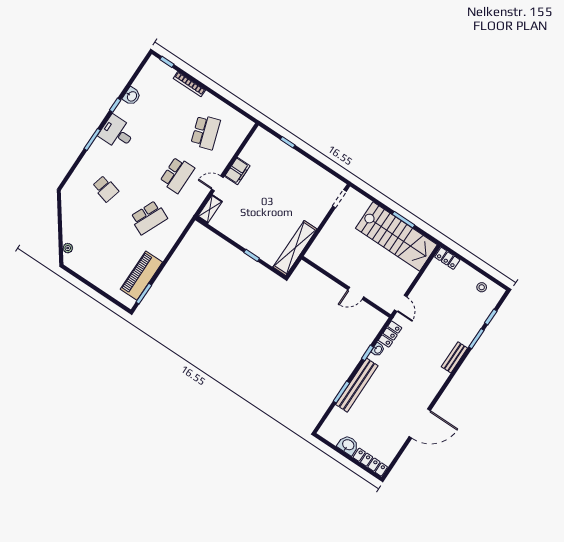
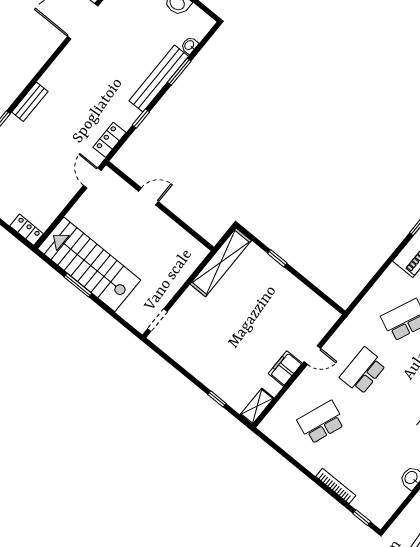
school desk: (206, 132) -> (321, 422), turned 39
shelving: (210, 209) -> (257, 406), moved
washbasin: (378, 350) -> (190, 45), moved

